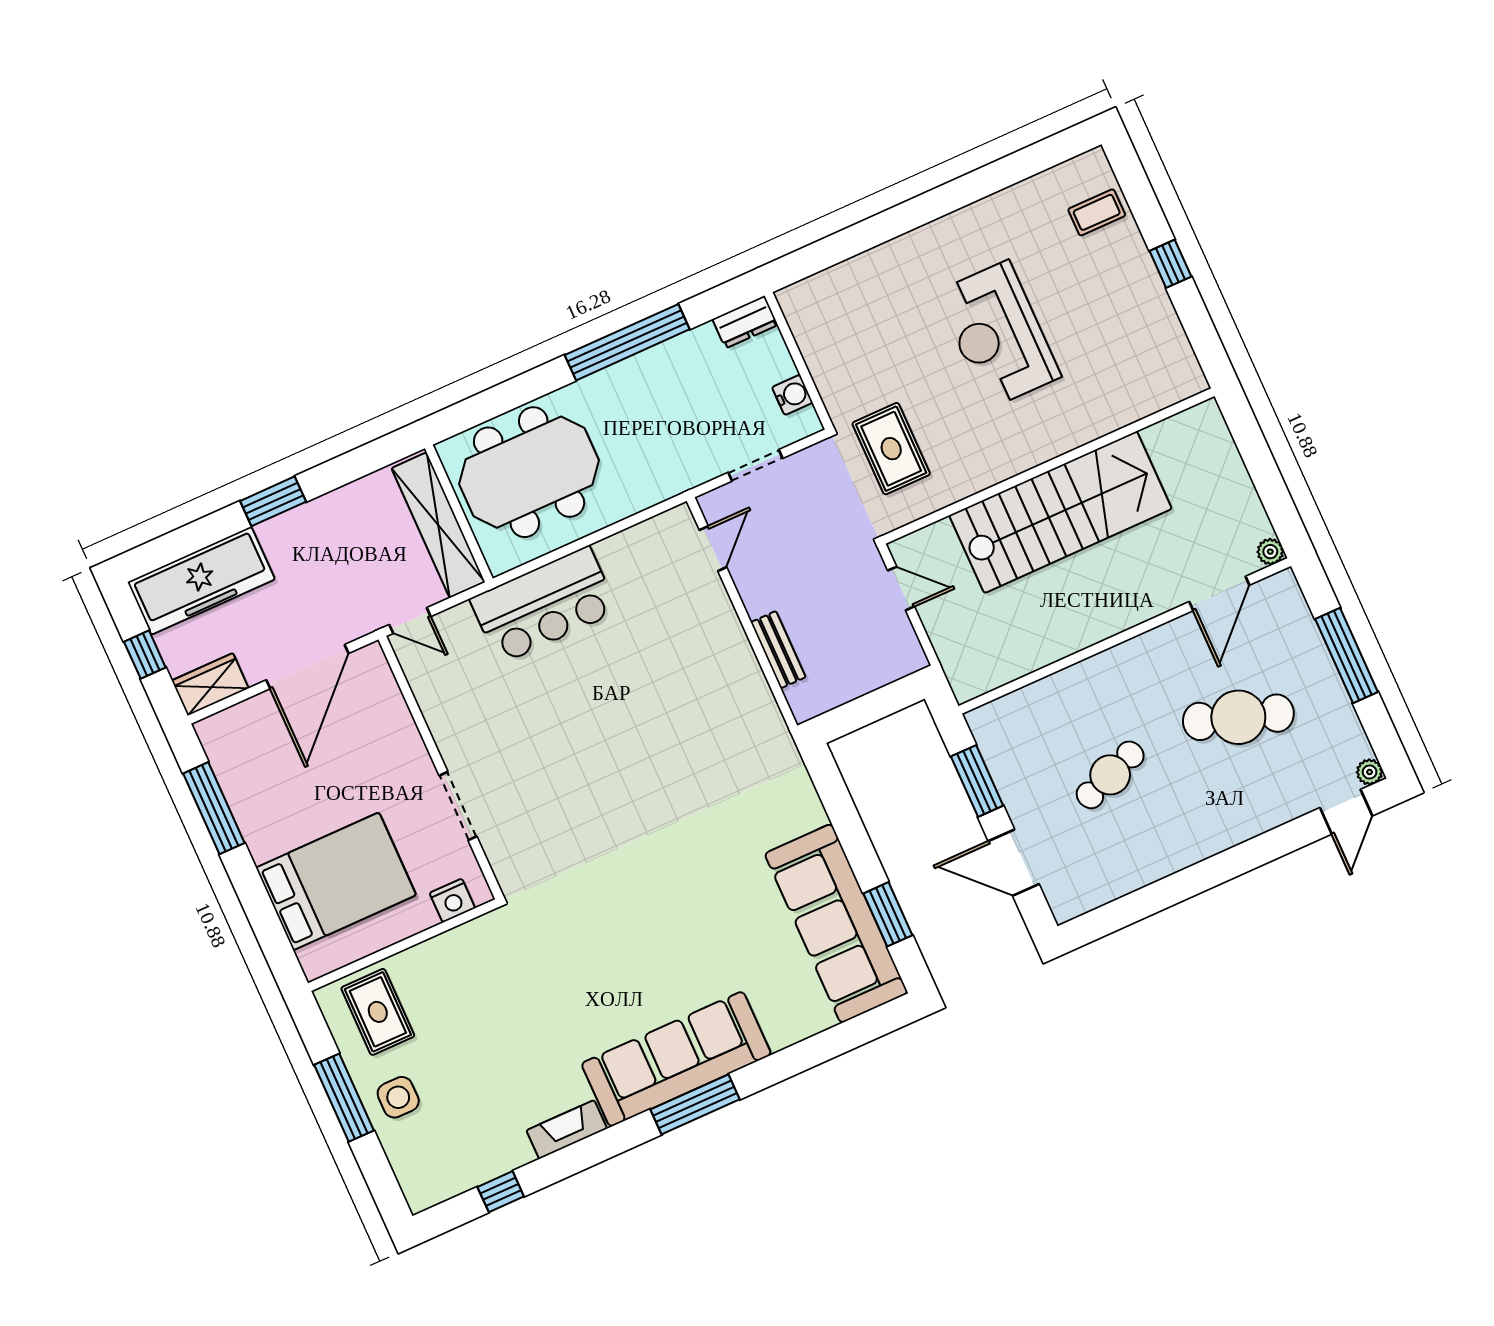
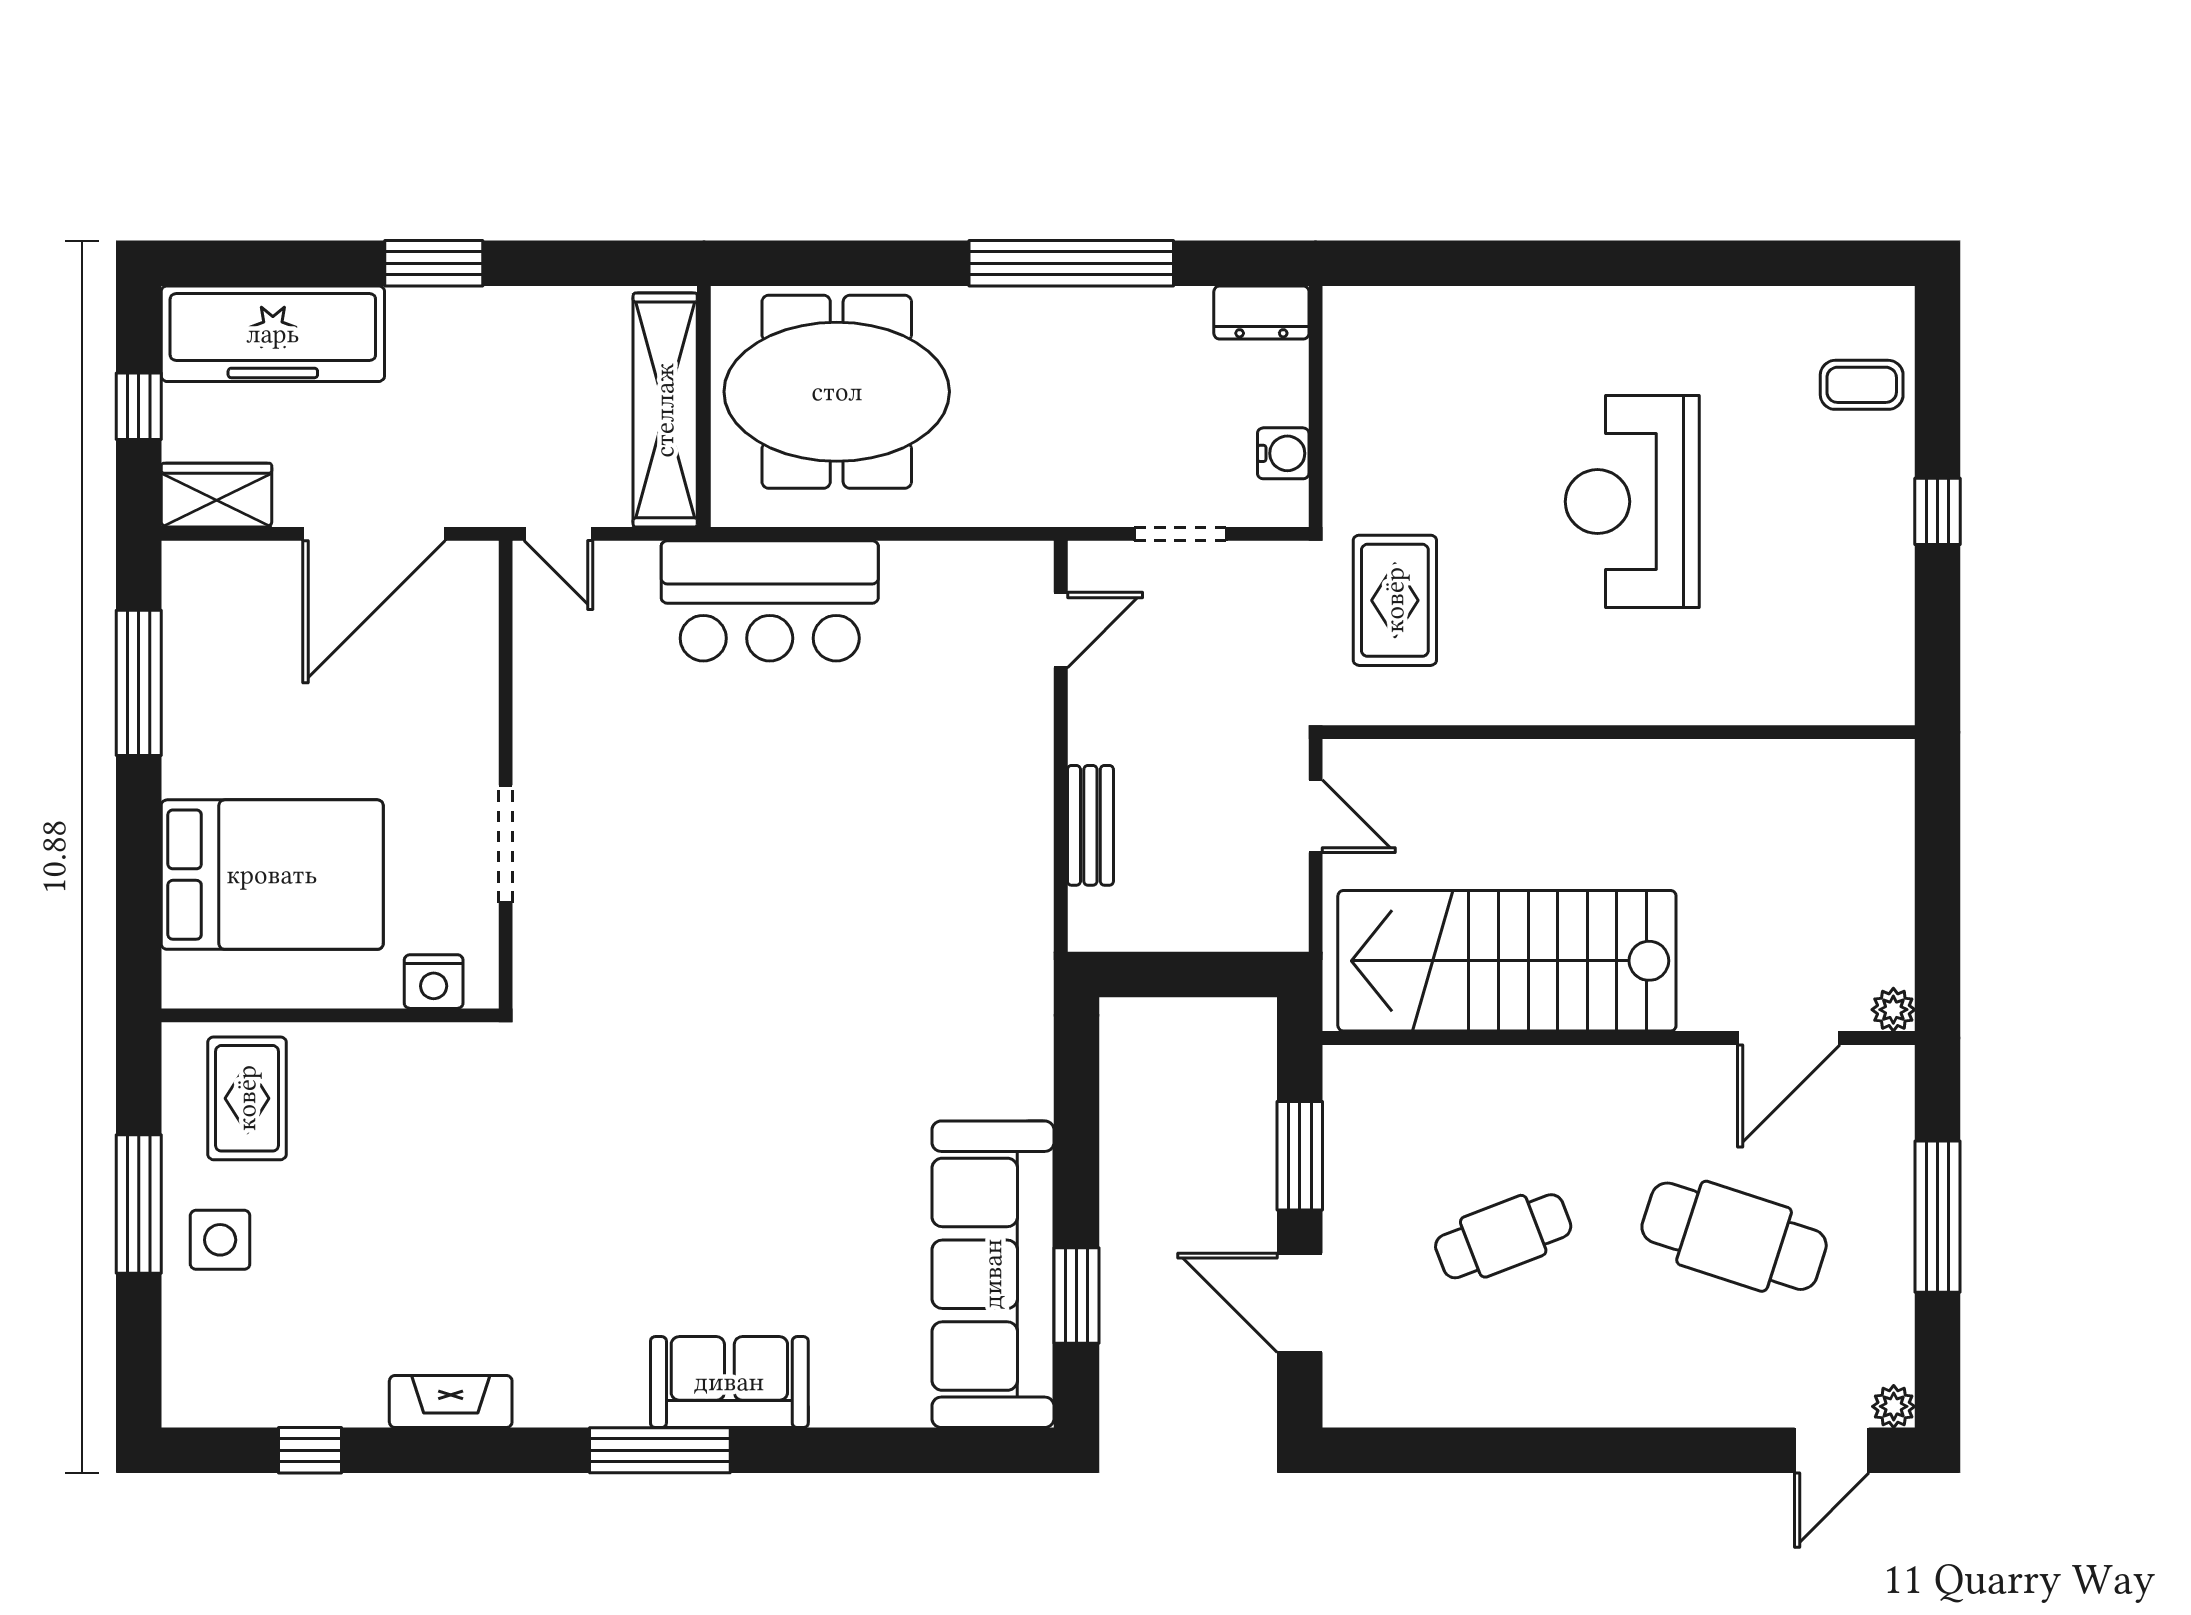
stairs: (1061, 512) -> (1507, 961), moved, turned 180
sofa: (676, 1059) -> (729, 1382), width x0.54, depth x0.79

